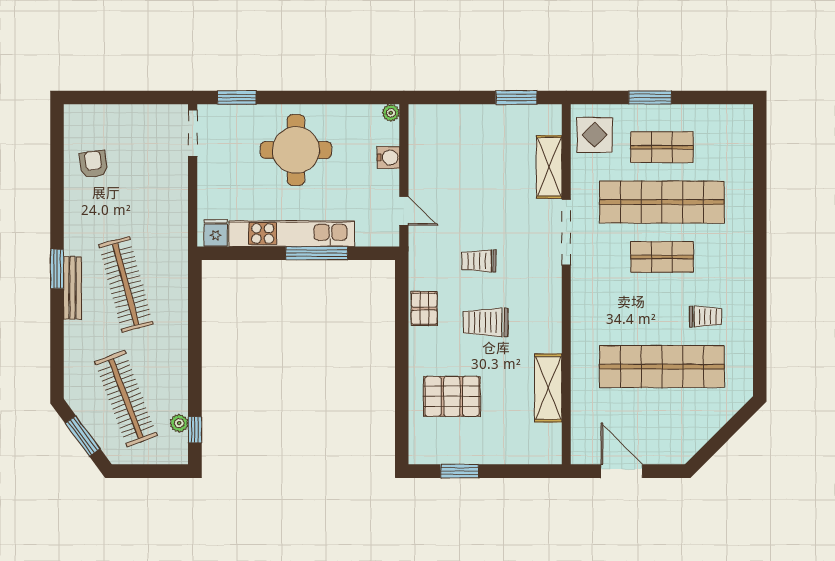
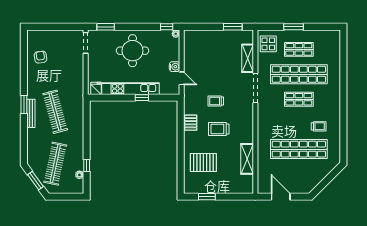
window: (371, 98) -> (167, 27), added
water cooler: (388, 157) -> (175, 67), moved
window: (317, 253) -> (142, 98), width x0.46
clothes rail: (126, 399) -> (55, 164), turned 33
window: (195, 430) -> (87, 165), moved

